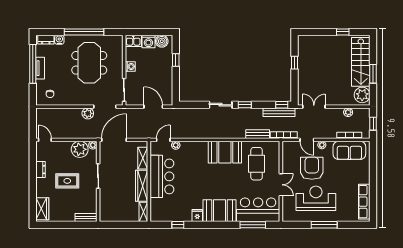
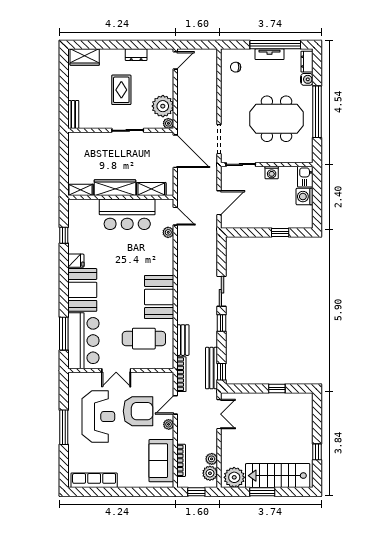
boiler: (162, 41) -> (305, 214), removed
plant: (88, 113) -> (210, 473), moved

